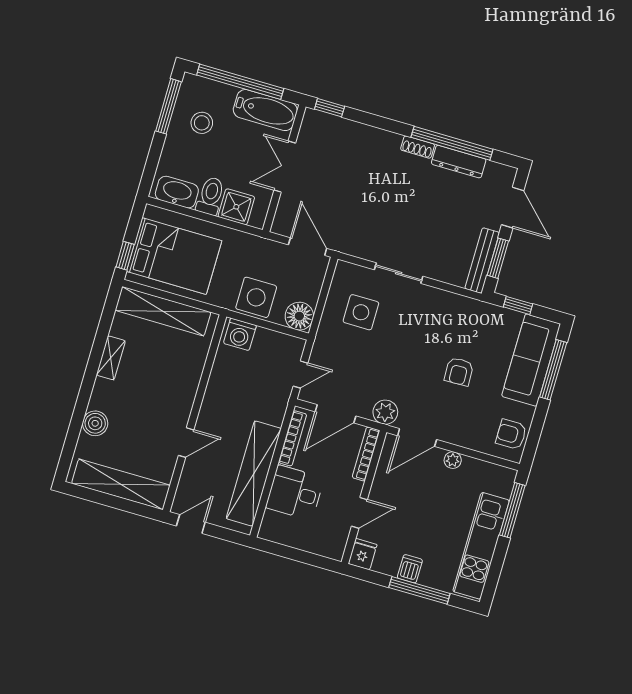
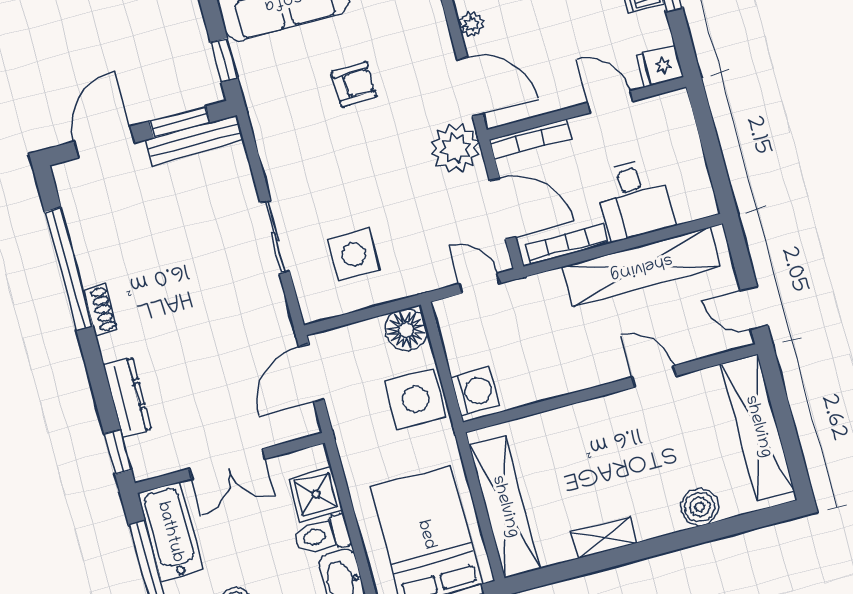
dresser: (459, 162) -> (127, 397), moved
plant: (385, 412) -> (456, 148), width x1.36, depth x1.36

